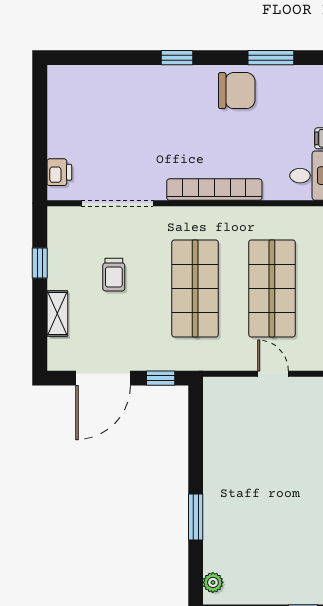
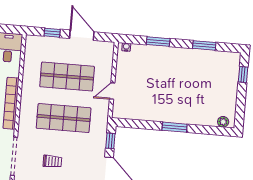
door: (273, 374) -> (112, 91), moved
window: (196, 517) -> (175, 127), moved

